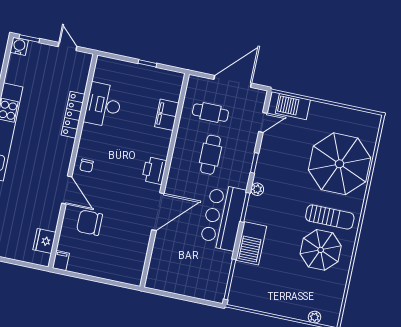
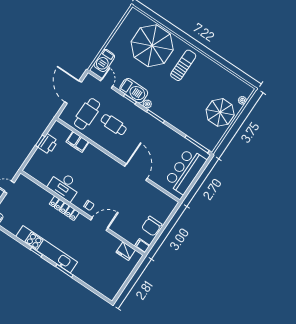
desk: (103, 105) -> (64, 186), moved
cafe table: (210, 113) -> (87, 114), width x1.37, depth x1.35
locker: (73, 115) -> (64, 208), moved
printer: (154, 171) -> (48, 144), moved, turned -90
bar counter: (223, 217) -> (185, 171), moved, turned 90
chair: (89, 223) -> (152, 226), moved
barbecue: (251, 243) -> (134, 91), moved
parasol: (321, 250) -> (220, 112), moved

